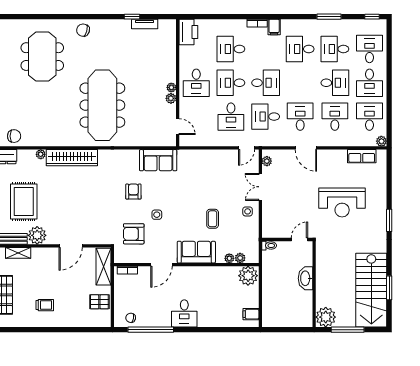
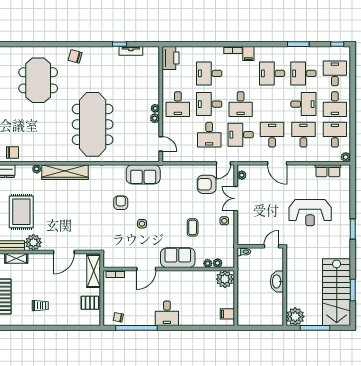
desk: (266, 83) -> (241, 104), turned 90
armchair: (134, 234) -> (207, 184), moved

